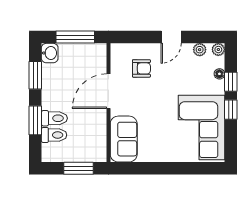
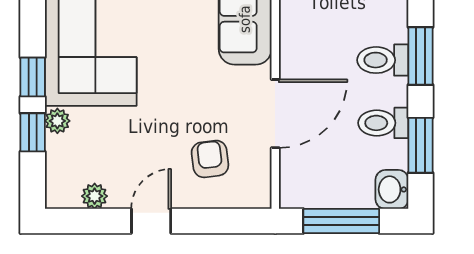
plant: (218, 50) -> (57, 121), moved
armchair: (141, 68) -> (210, 159), turned 83
floor lamp: (219, 74) -> (55, 148), removed
toilet: (54, 135) -> (383, 123), moved

